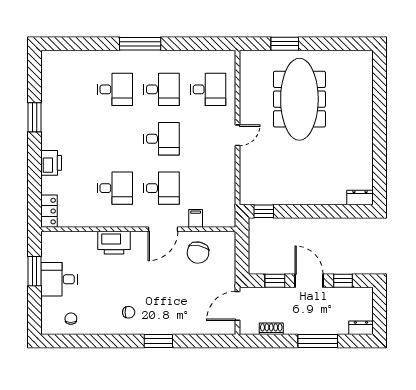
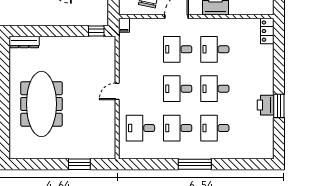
meeting table: (299, 99) -> (41, 104), moved
desk: (115, 139) -> (215, 89), added
printer: (51, 163) -> (266, 105), moved
dresser: (360, 197) -> (24, 42), width x1.44
filing cabinet: (196, 218) -> (124, 25), moved

